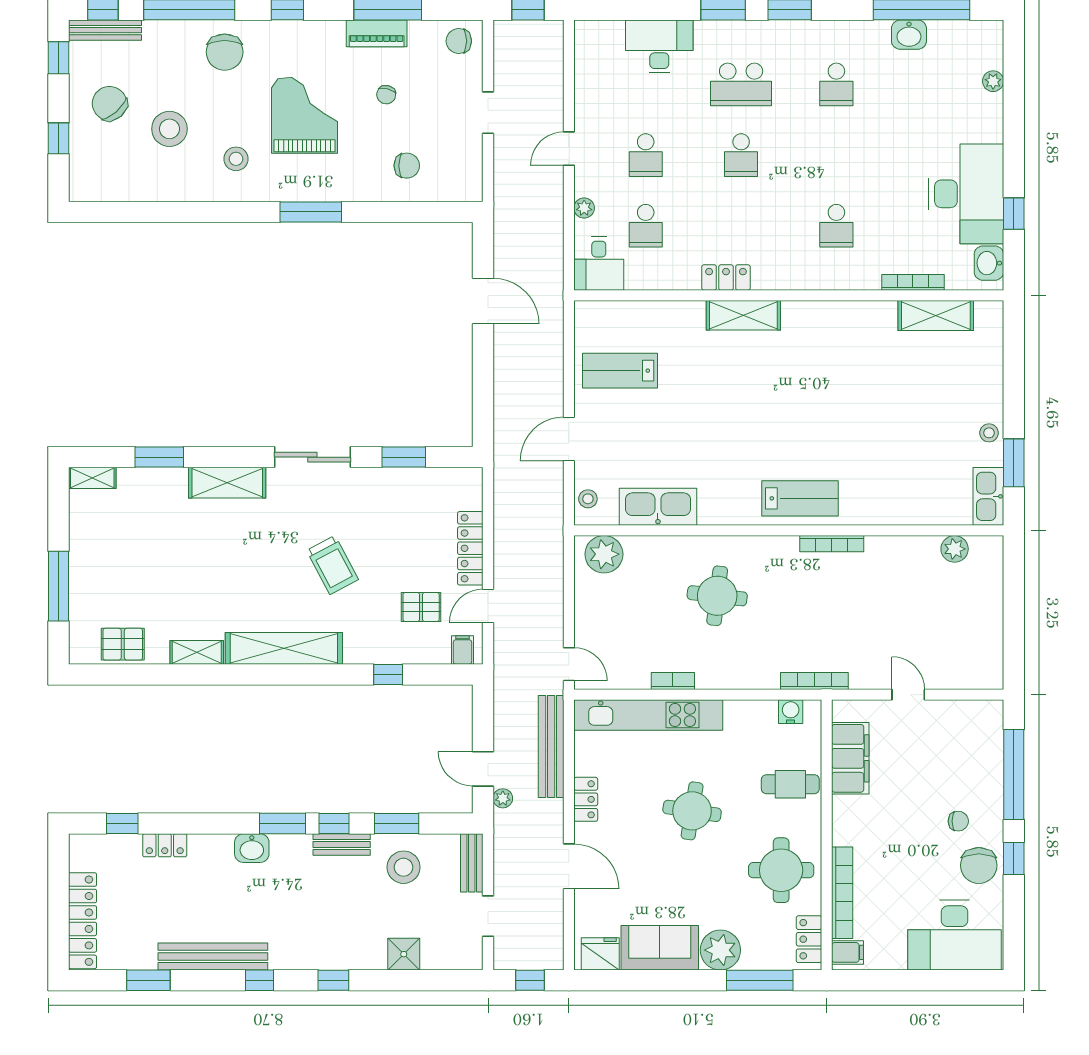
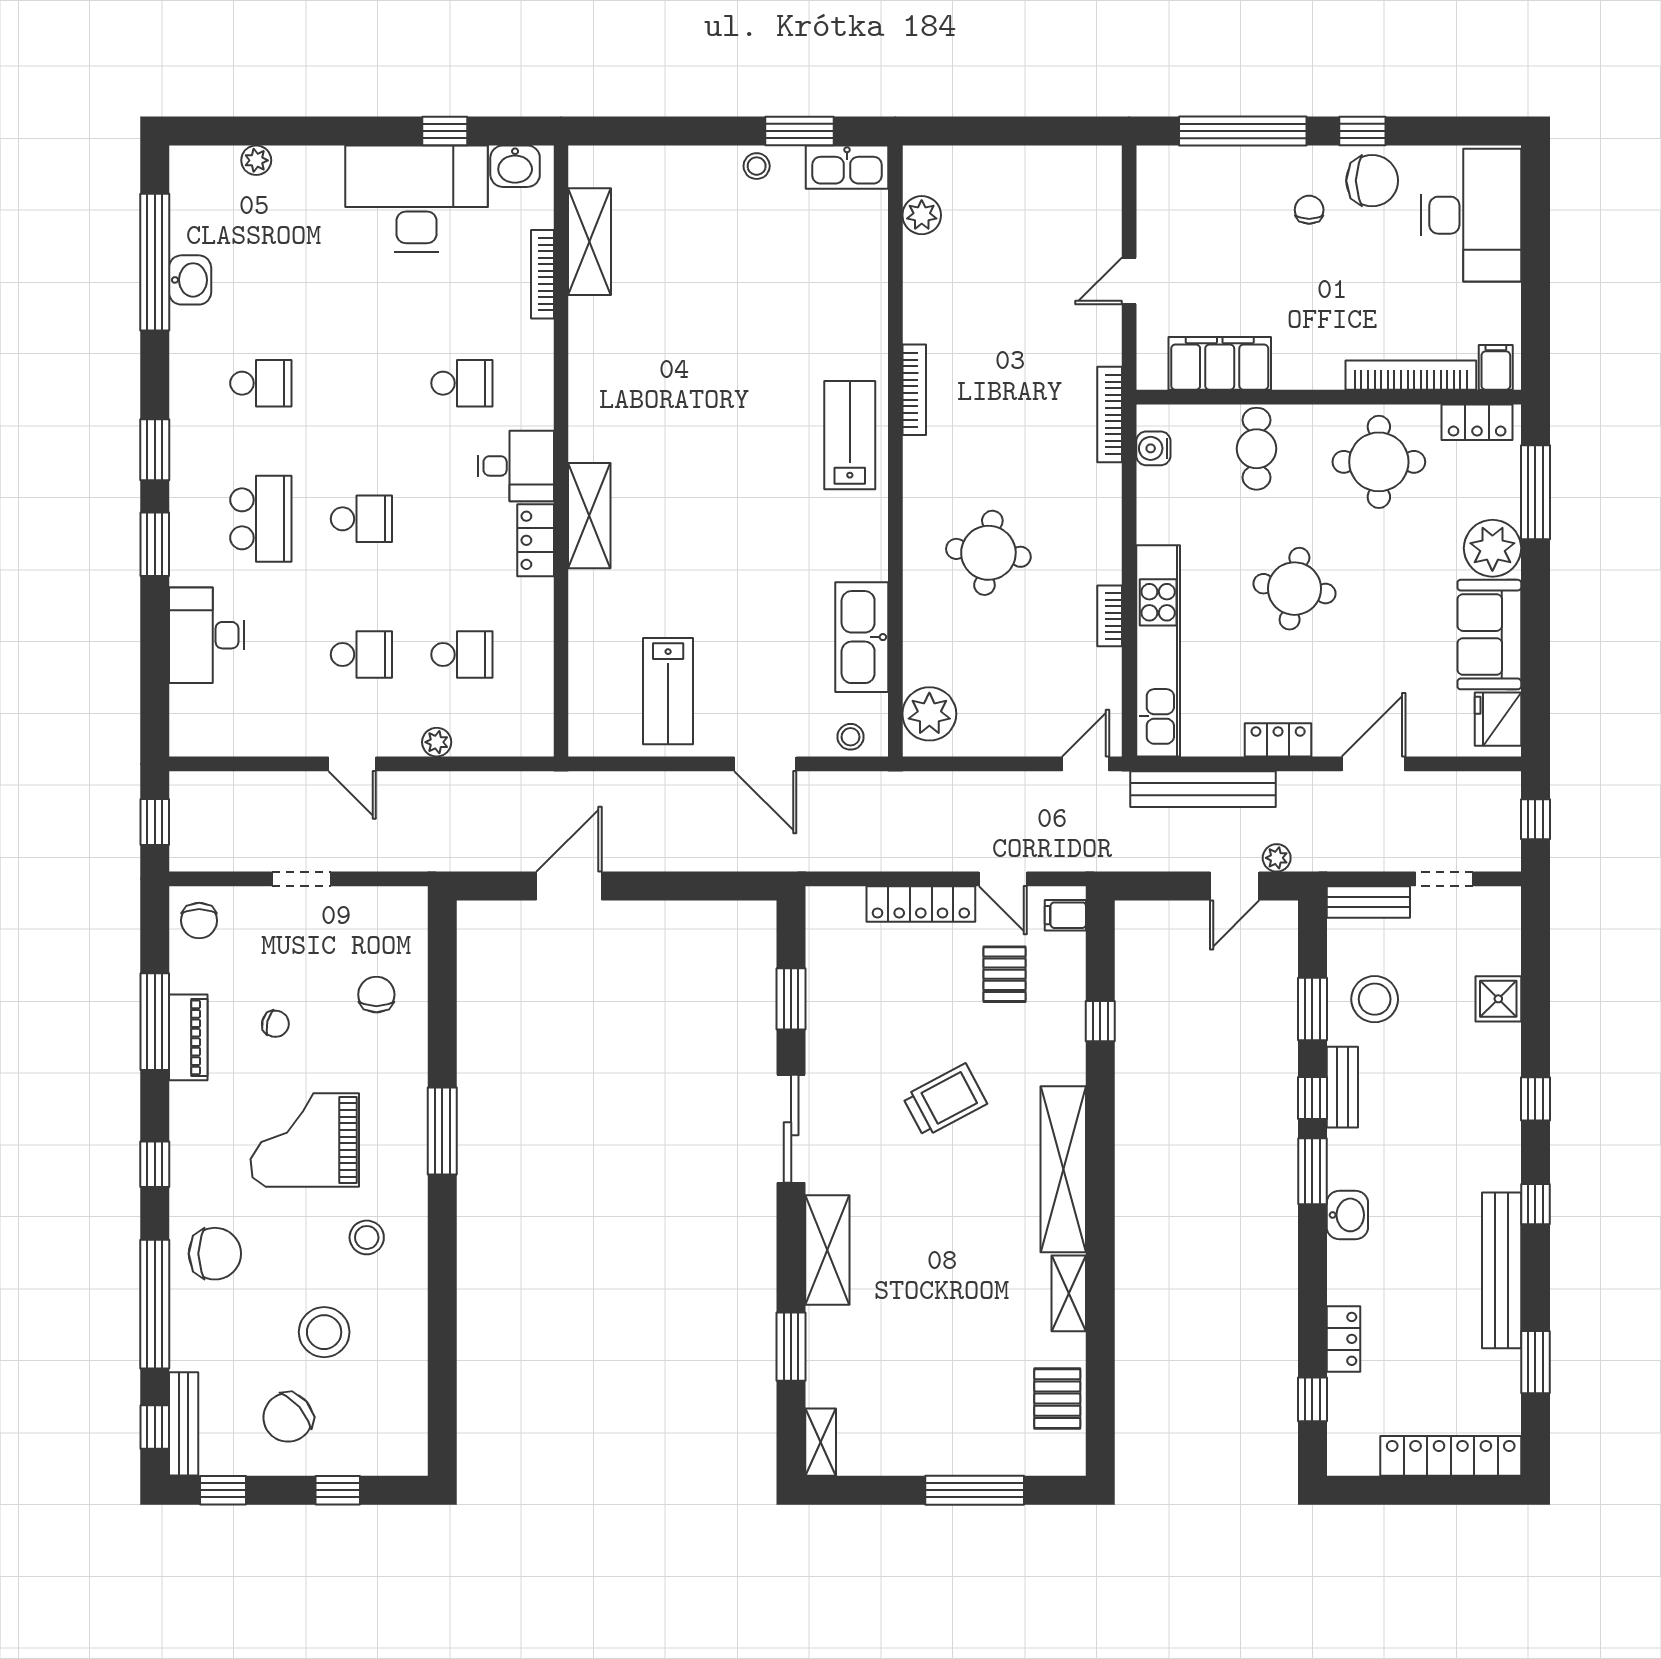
desk: (599, 264) -> (516, 466), moved

